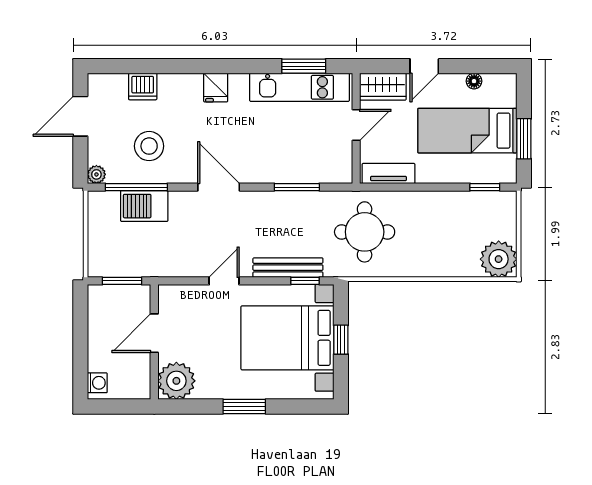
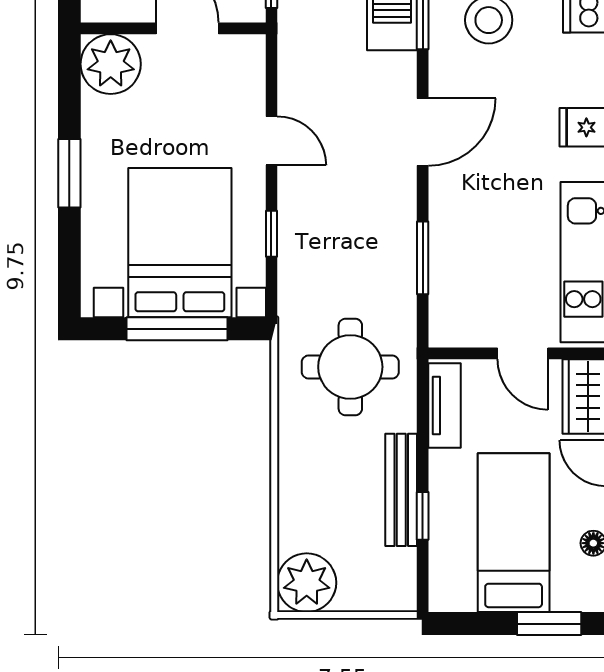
window: (524, 139) -> (549, 624), moved
window: (485, 187) -> (423, 516), moved
bench: (288, 268) -> (401, 490), moved
window: (305, 281) -> (271, 234), moved
window: (341, 340) -> (177, 329), width x2.17

